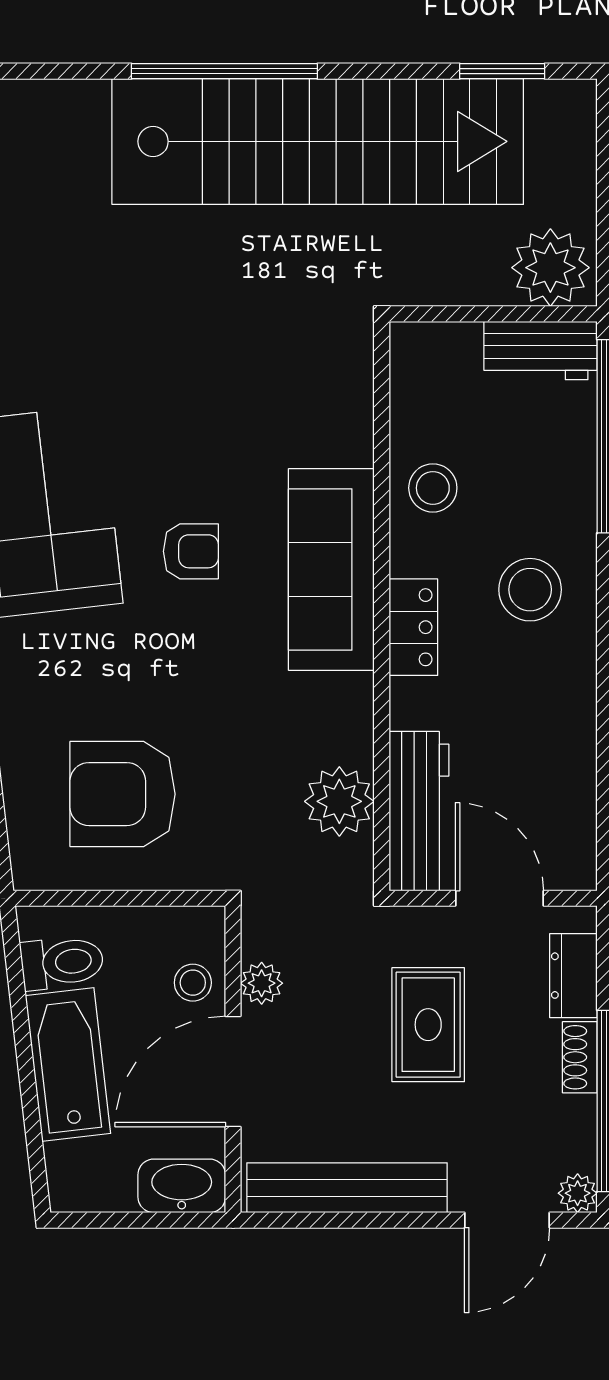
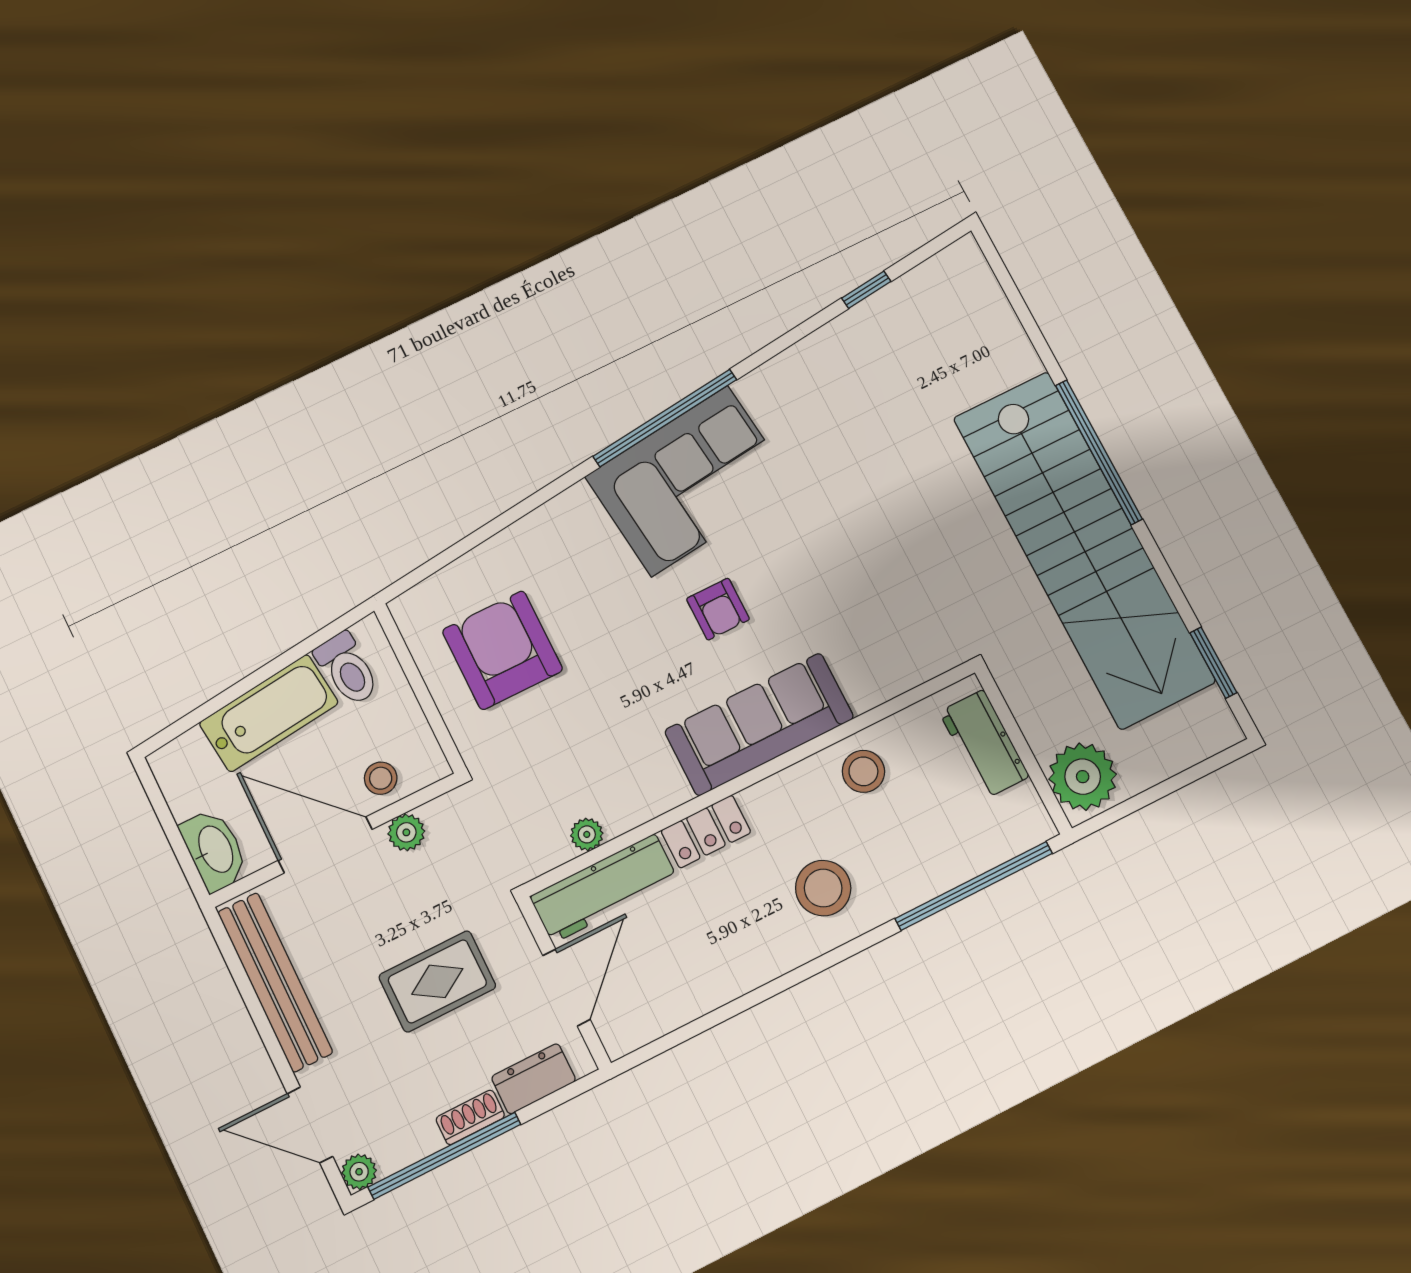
workbench: (540, 350) -> (984, 744), moved
locker: (413, 627) -> (706, 832), moved
plant: (339, 801) -> (587, 834), width x0.53, depth x0.53

